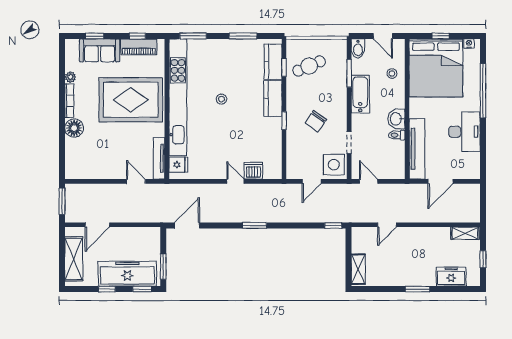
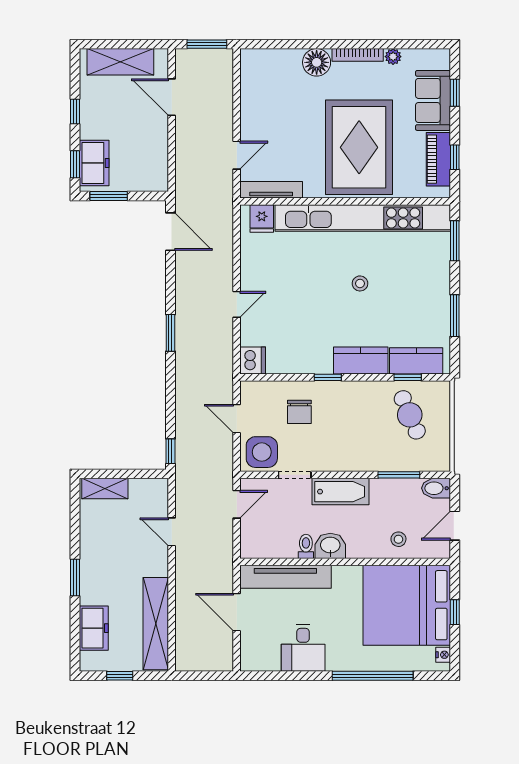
bathtub: (360, 94) -> (340, 492), moved
chair: (316, 121) -> (299, 412), moved, turned -125
desk: (464, 132) -> (303, 648), width x0.73
dishwasher: (253, 171) -> (253, 360), moved
shelving: (465, 233) -> (156, 624), width x2.20, depth x1.33
freezer: (127, 274) -> (94, 163), width x0.52, depth x0.79

